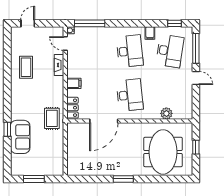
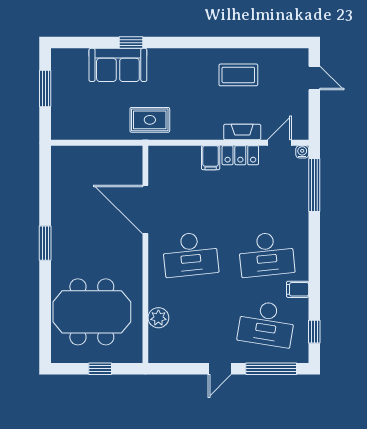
locker: (72, 108) -> (240, 155), moved

